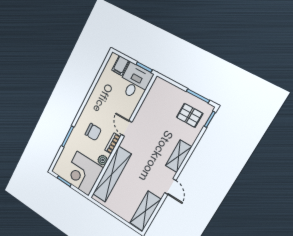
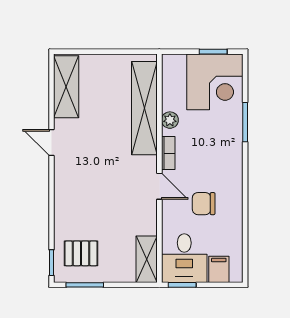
chair: (93, 132) -> (204, 204), moved
shelving: (179, 156) -> (147, 259), moved
corner desk: (83, 173) -> (215, 82), moved, turned 90

